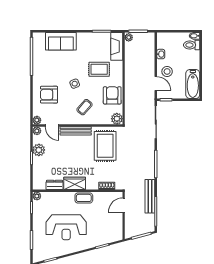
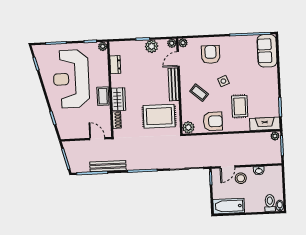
sofa: (61, 41) -> (267, 51), moved
wardrobe: (75, 183) -> (118, 99), moved
reception desk: (66, 227) -> (71, 79), width x1.36, depth x1.30

